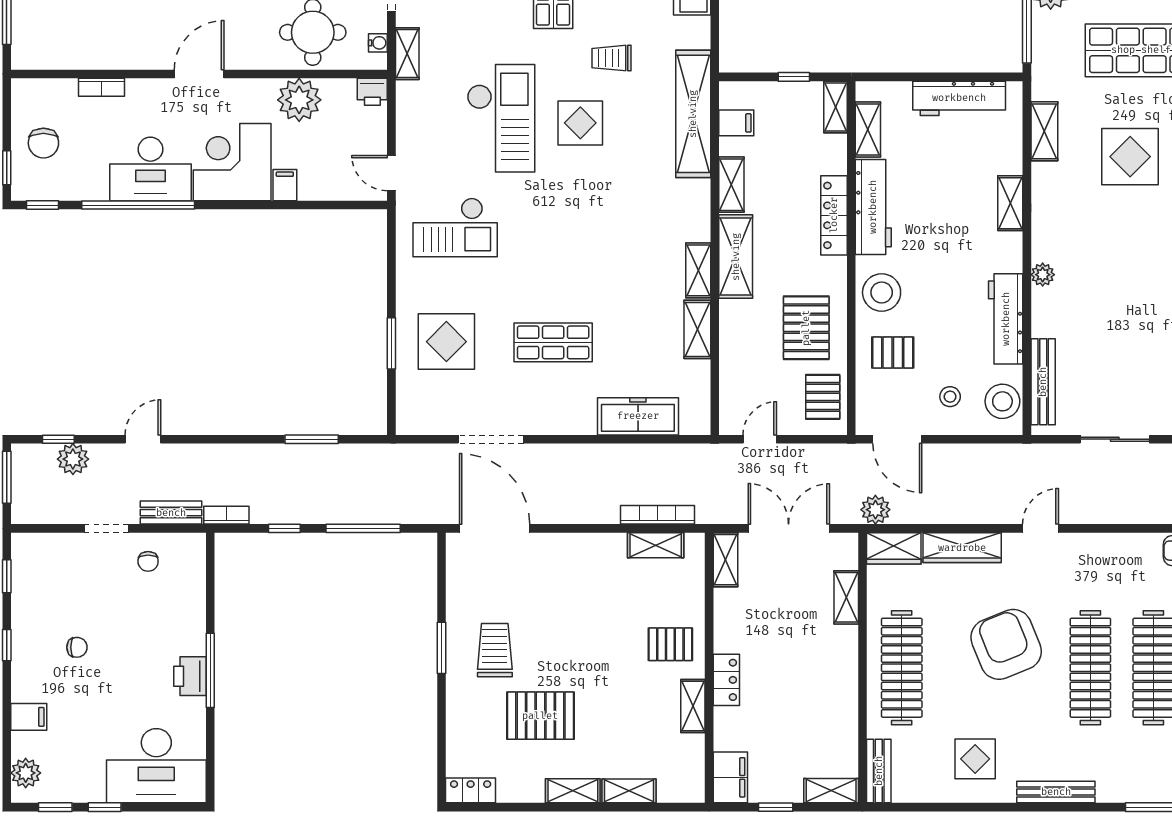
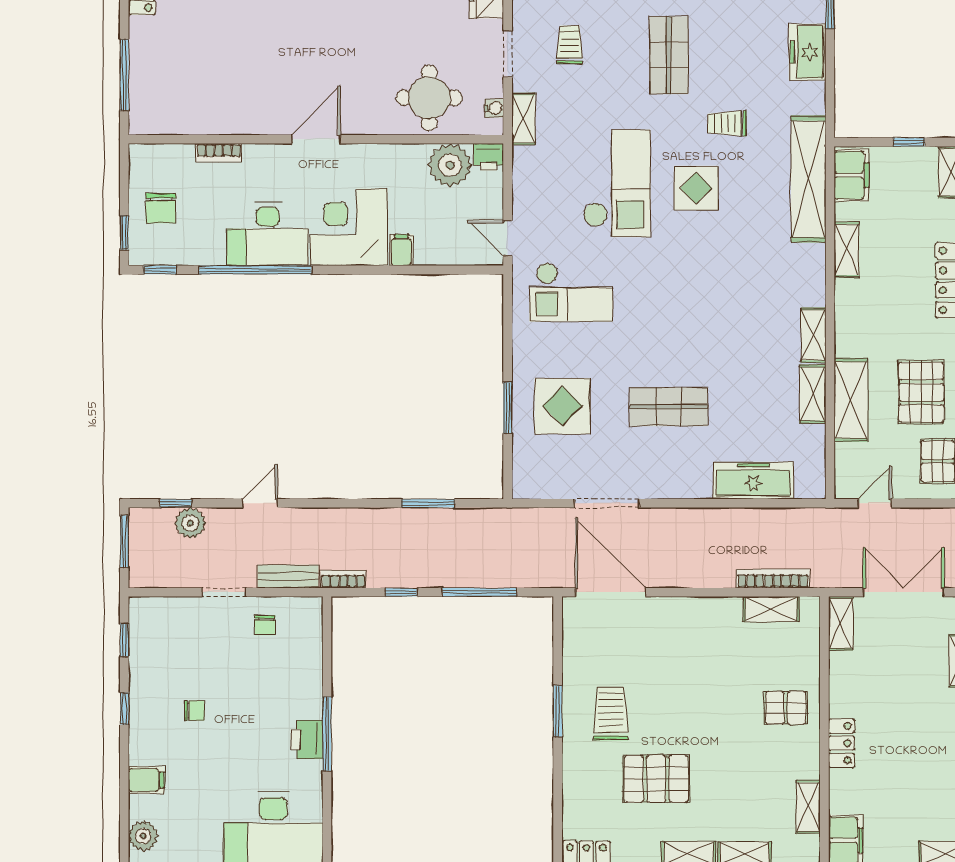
plant: (299, 100) -> (450, 165), moved
filing cabinet: (736, 123) -> (851, 175), width x2.00
shelving: (736, 257) -> (851, 400), moved
shelving: (693, 706) -> (808, 807), moved

